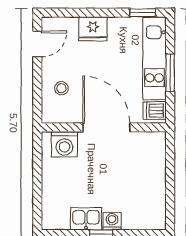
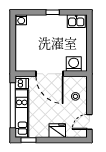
window: (170, 73) -> (13, 105), width x2.11
kitchen sink: (86, 219) -> (76, 21), moved
washing machine: (112, 221) -> (21, 20), moved

